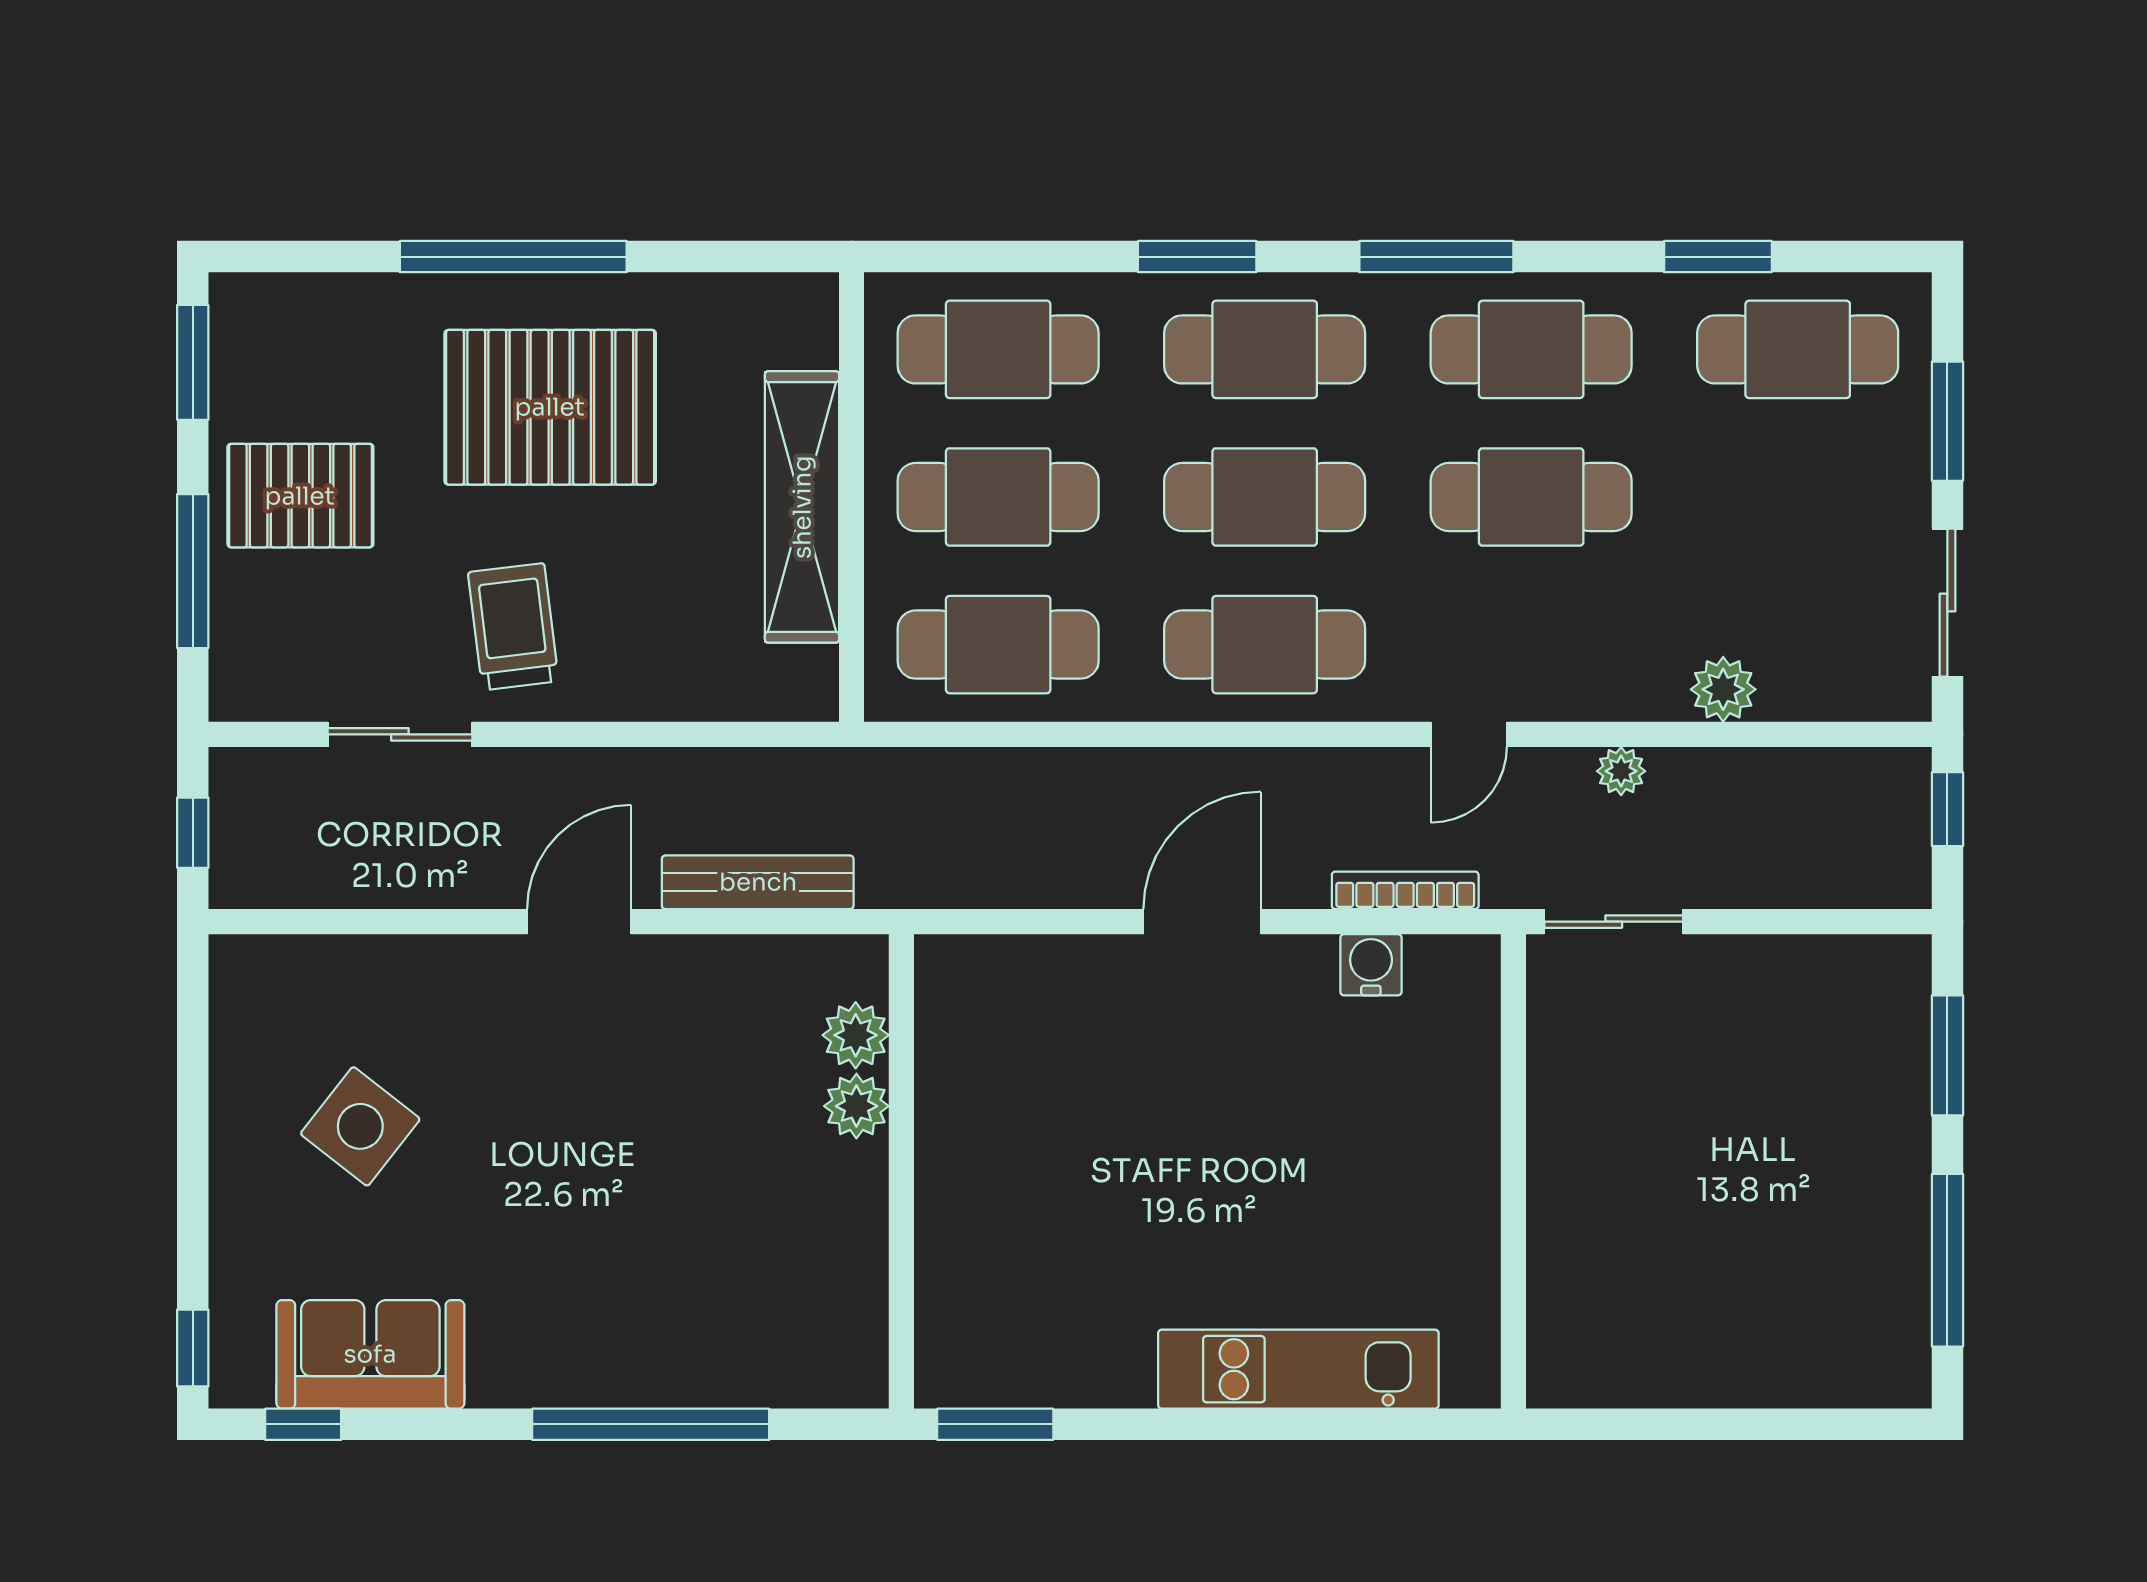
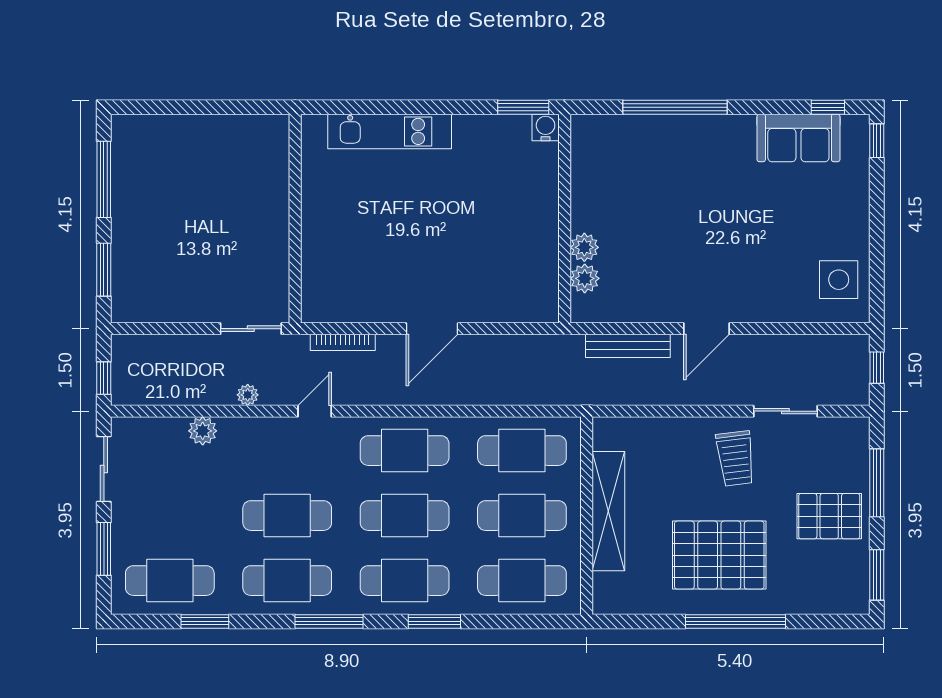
water cooler: (1371, 965) -> (546, 127), moved, turned 180
side table: (360, 1126) -> (839, 280), moved, turned -38

